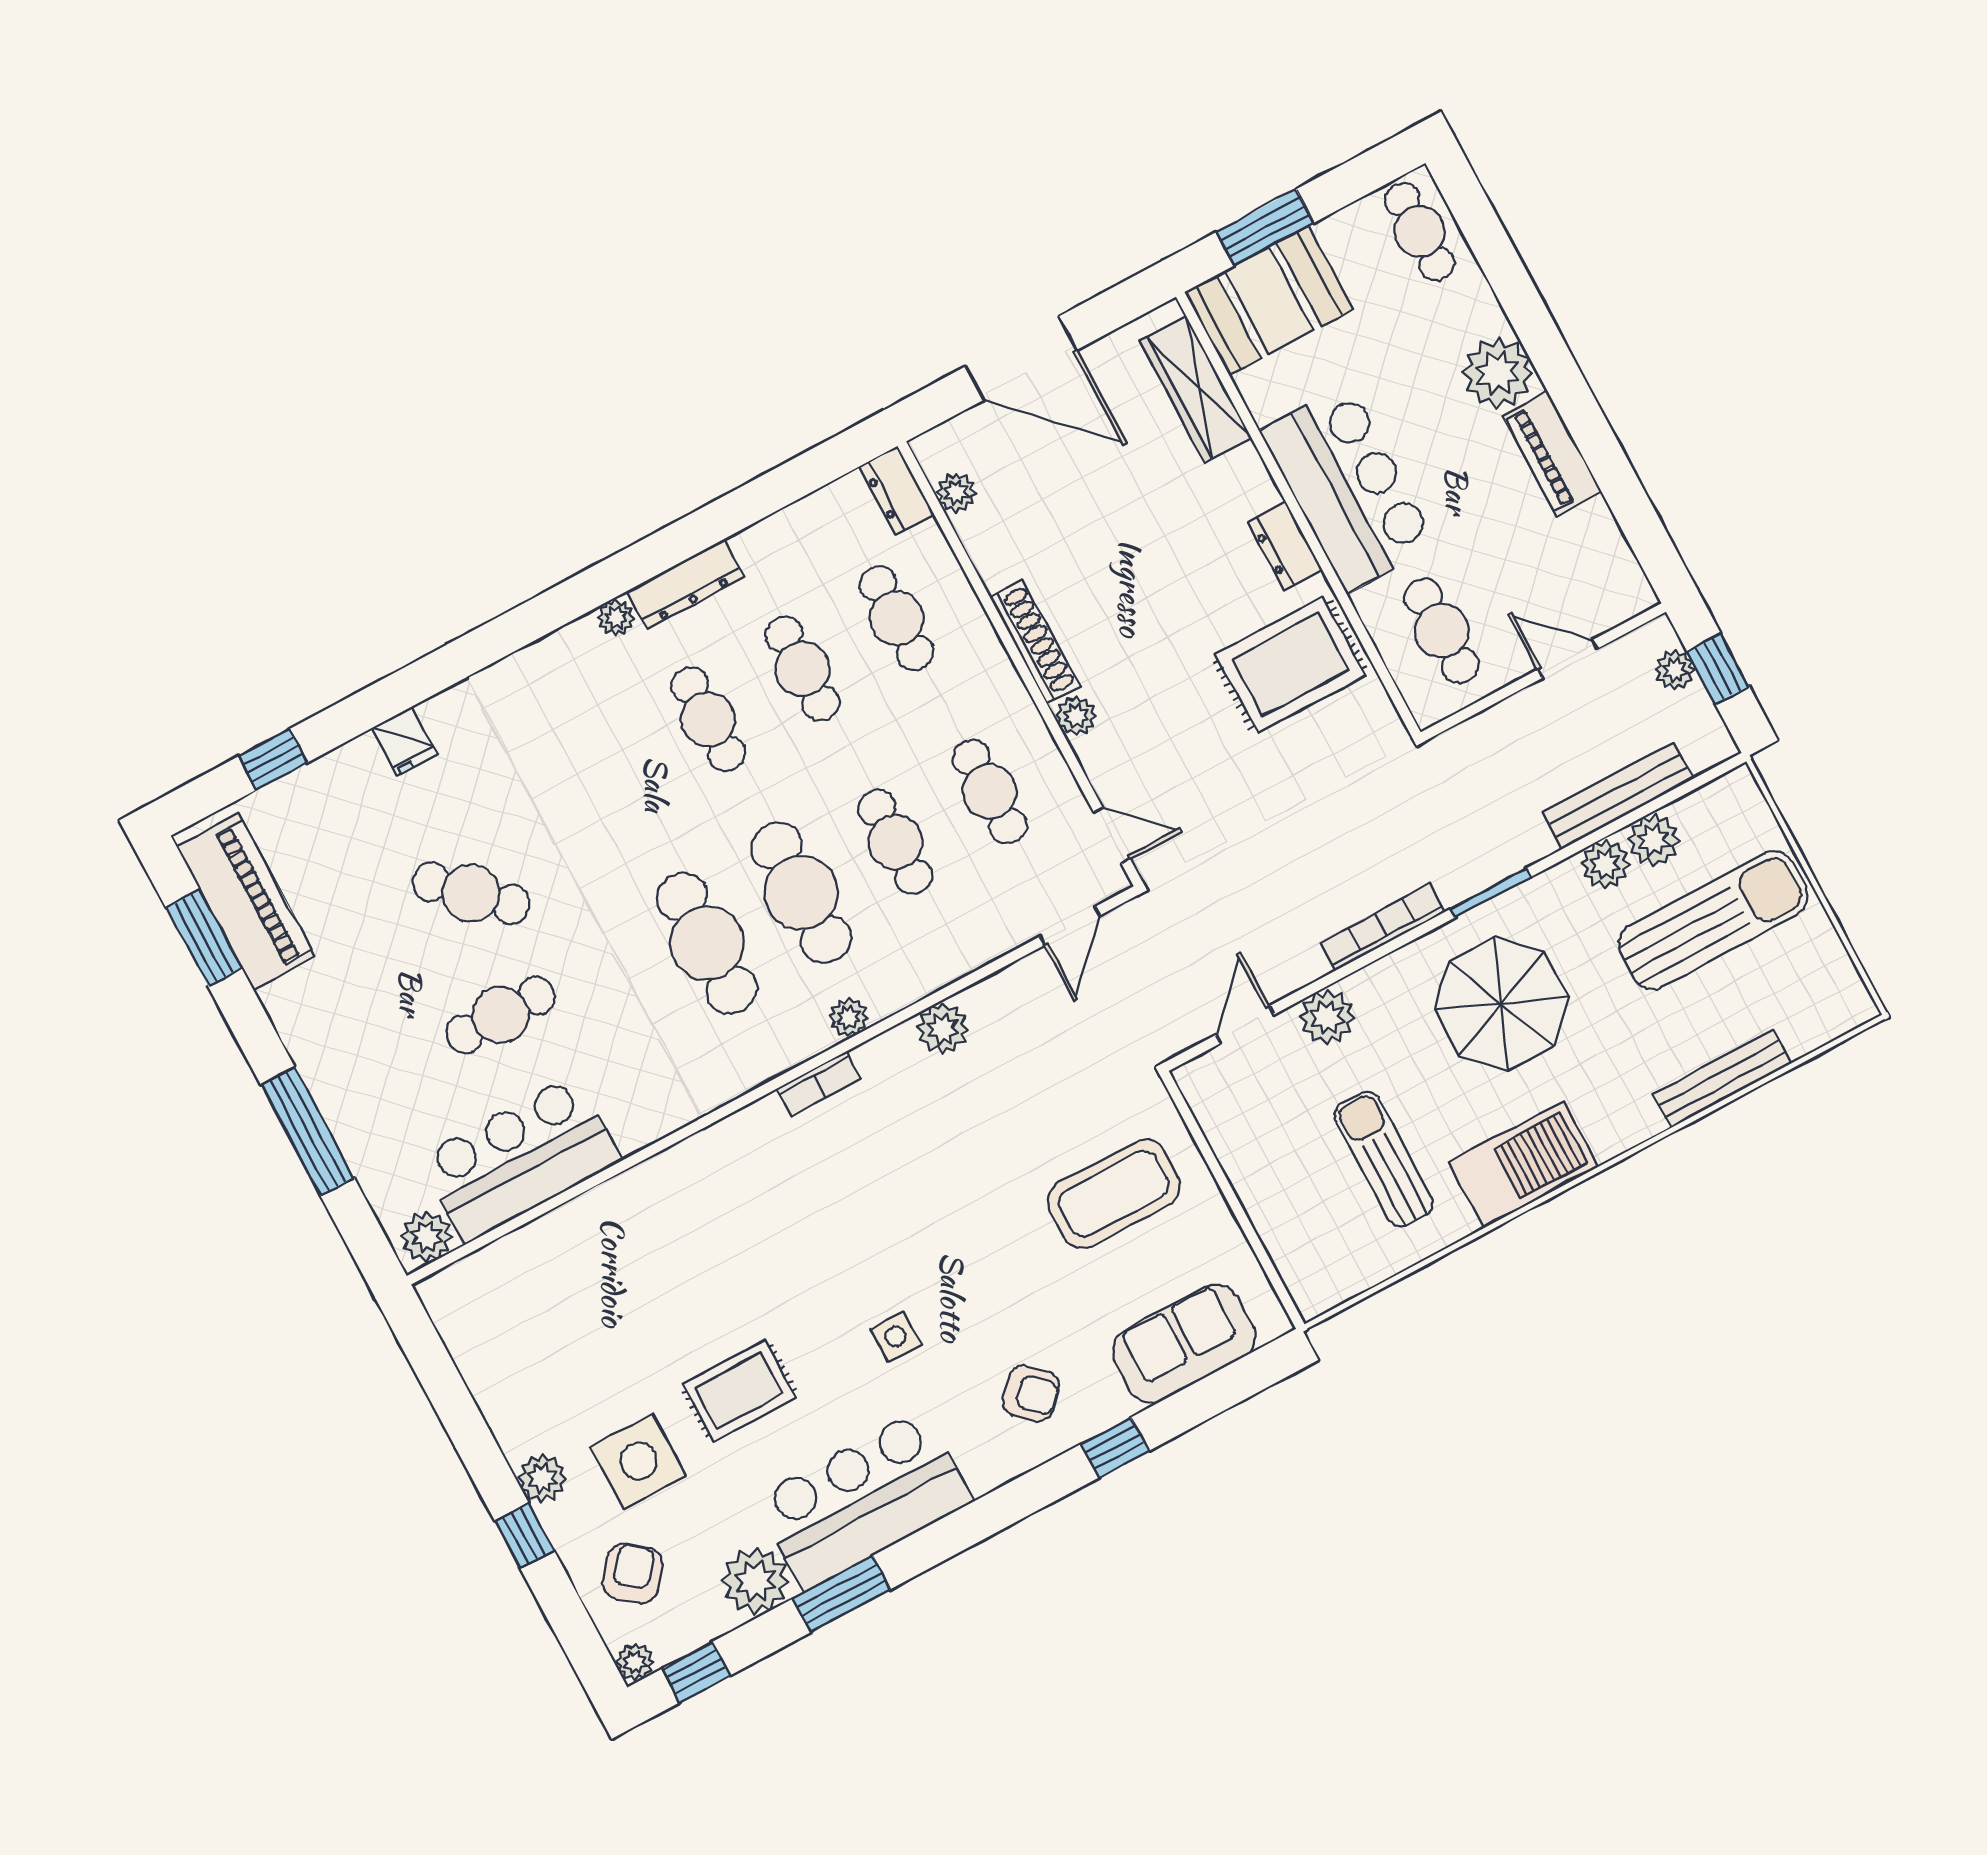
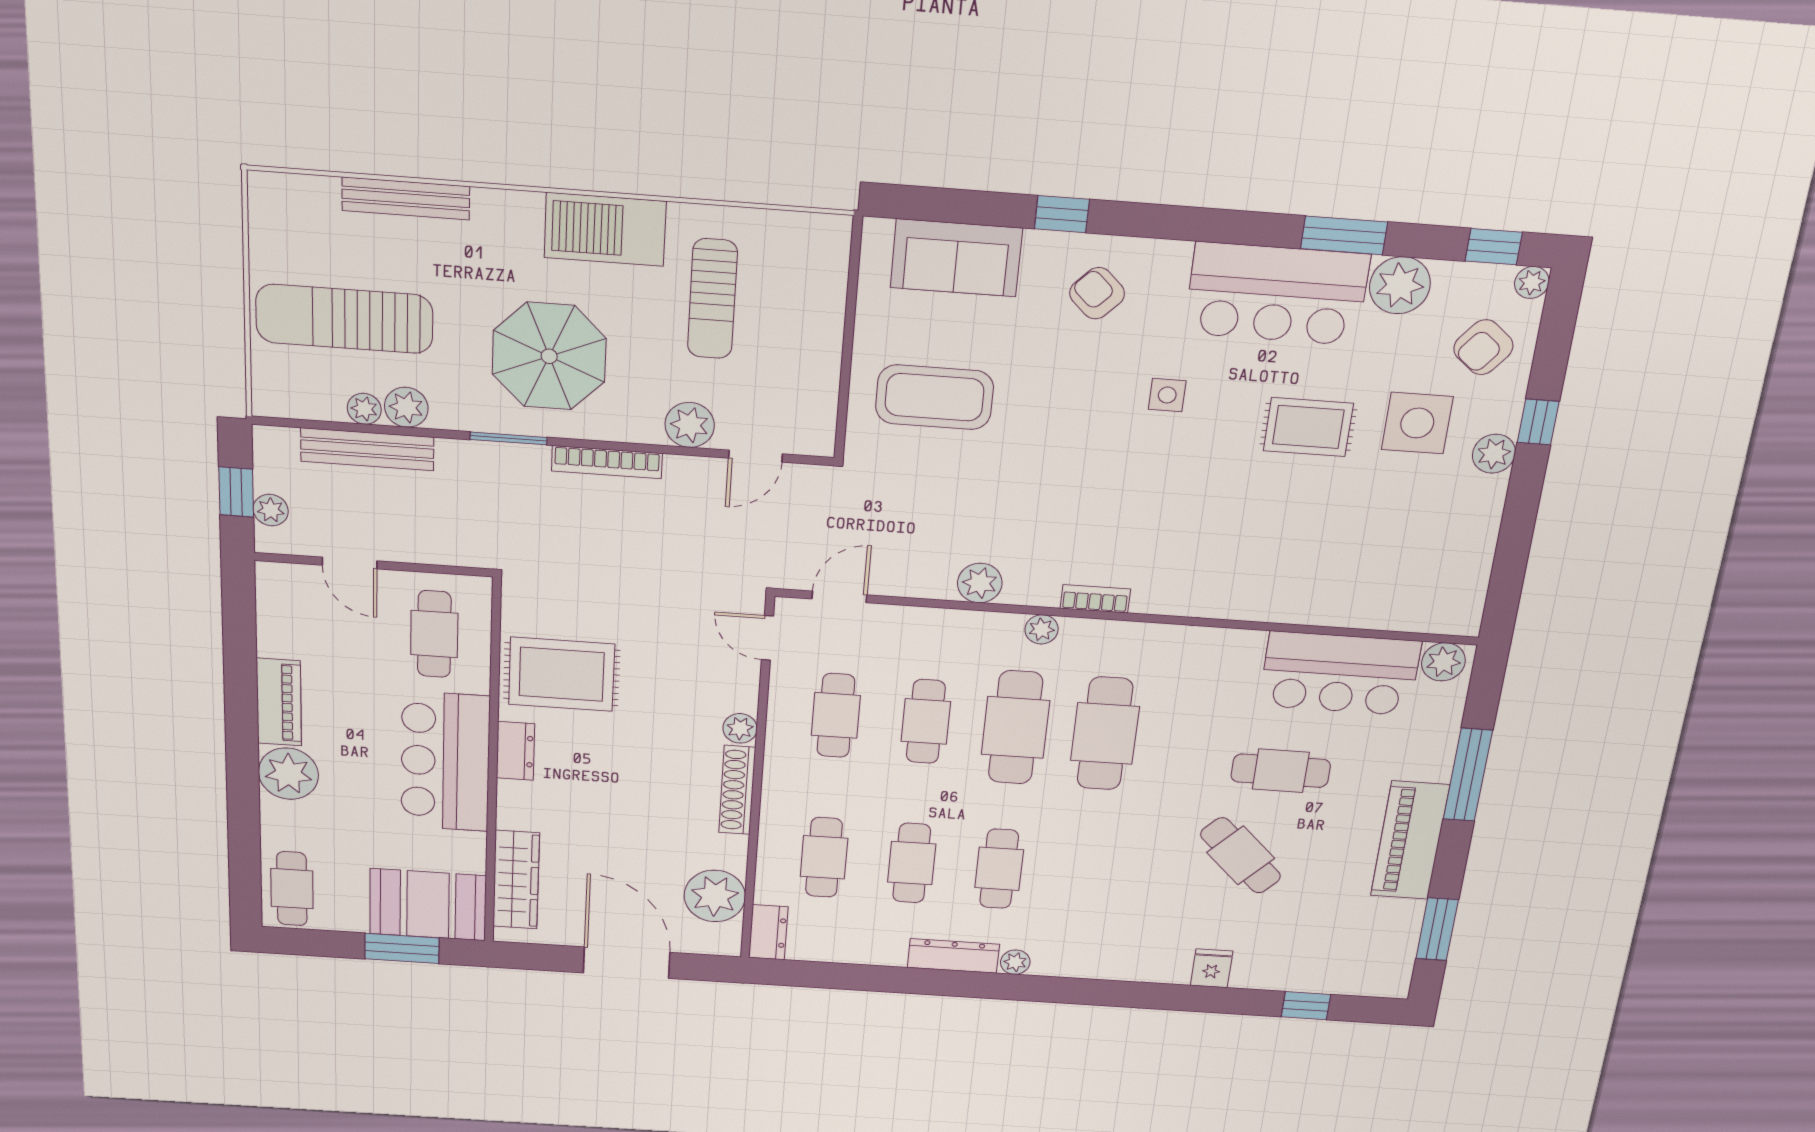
plant: (956, 493) -> (715, 896), width x1.88, depth x1.88
plant: (1654, 840) -> (364, 409), width x0.73, depth x0.73
piano: (246, 902) -> (1410, 840), moved

